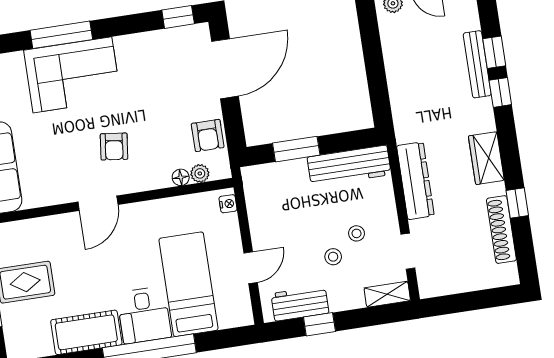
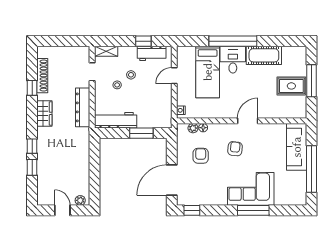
bench: (477, 64) -> (42, 162), removed
armchair: (208, 135) -> (201, 156), moved

